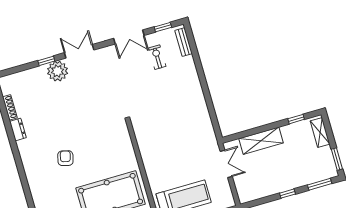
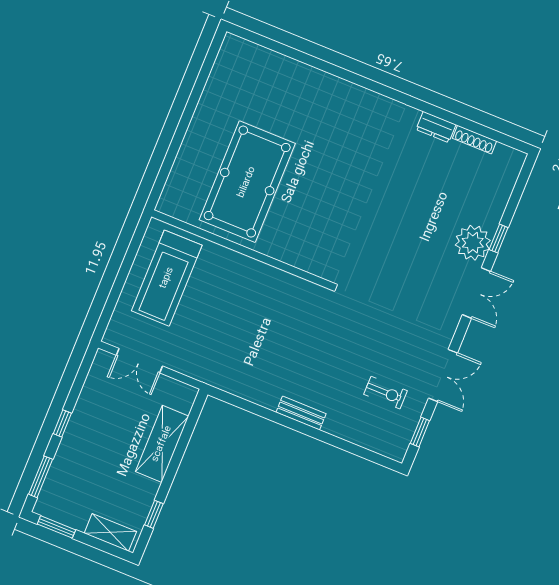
double door: (129, 37) -> (443, 376), swing flipped
bench: (184, 42) -> (301, 413), moved
armchair: (65, 158) -> (347, 161), removed
double door: (226, 164) -> (139, 361), moved

